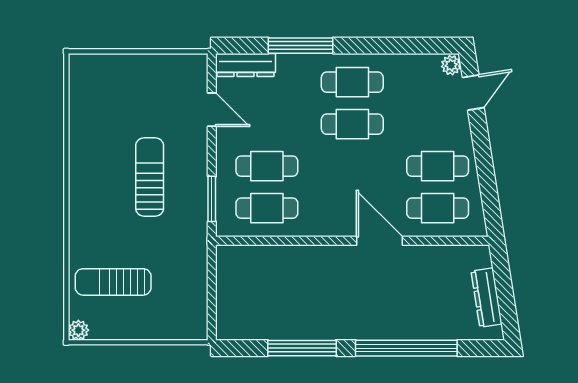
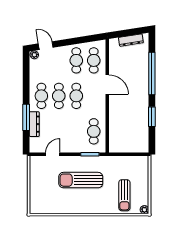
dresser: (246, 65) -> (34, 124), moved
cafe table: (267, 166) -> (76, 96), moved
sun lounger: (150, 177) -> (81, 180), width x1.36, depth x1.34
door: (379, 241) -> (107, 85), swing flipped
window: (302, 348) -> (152, 117), width x0.69

